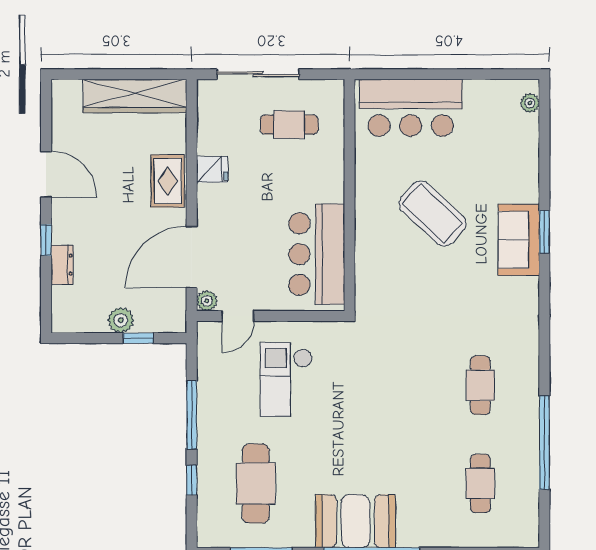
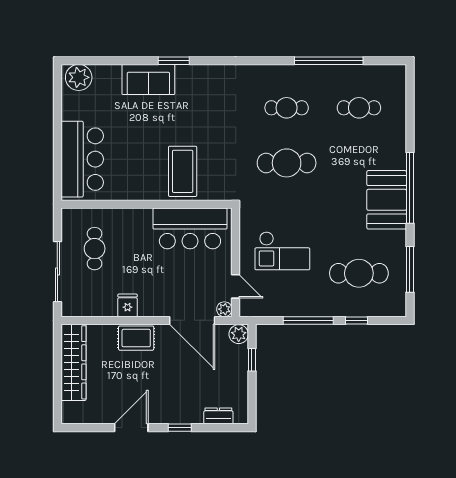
plant: (530, 103) -> (79, 77), width x1.87, depth x1.87
coffee table: (433, 213) -> (183, 171), moved, turned -43
sofa: (519, 240) -> (148, 79), moved
dresser: (62, 265) -> (218, 416), moved
plant: (121, 320) -> (239, 334), moved
cafe table: (405, 385) -> (287, 163), added

